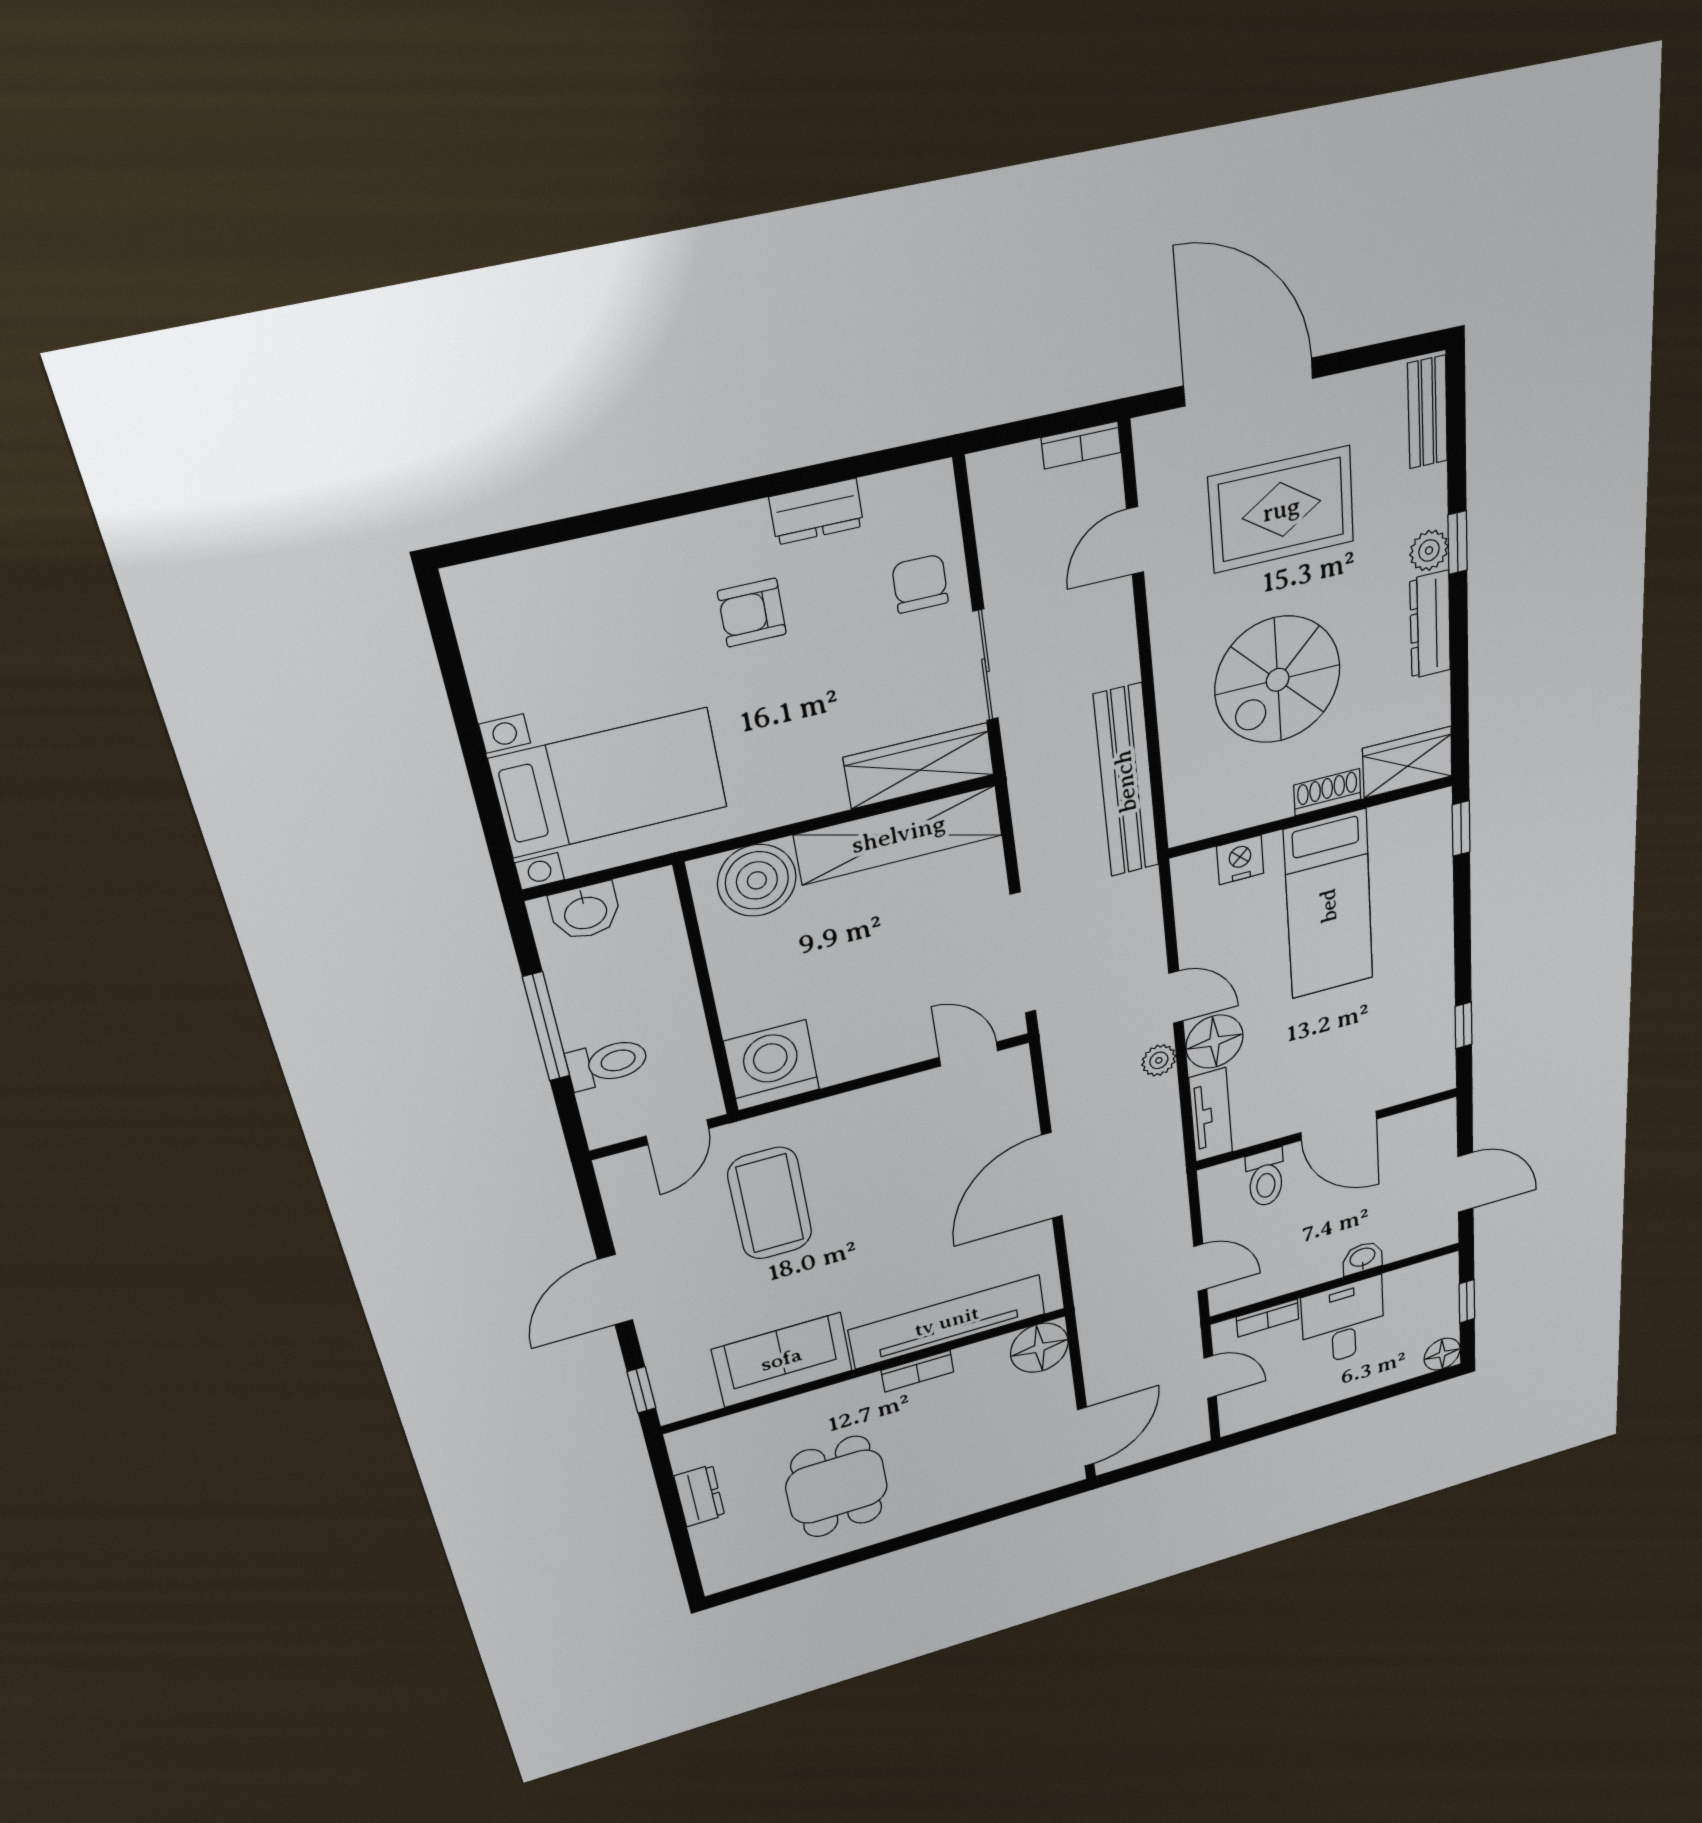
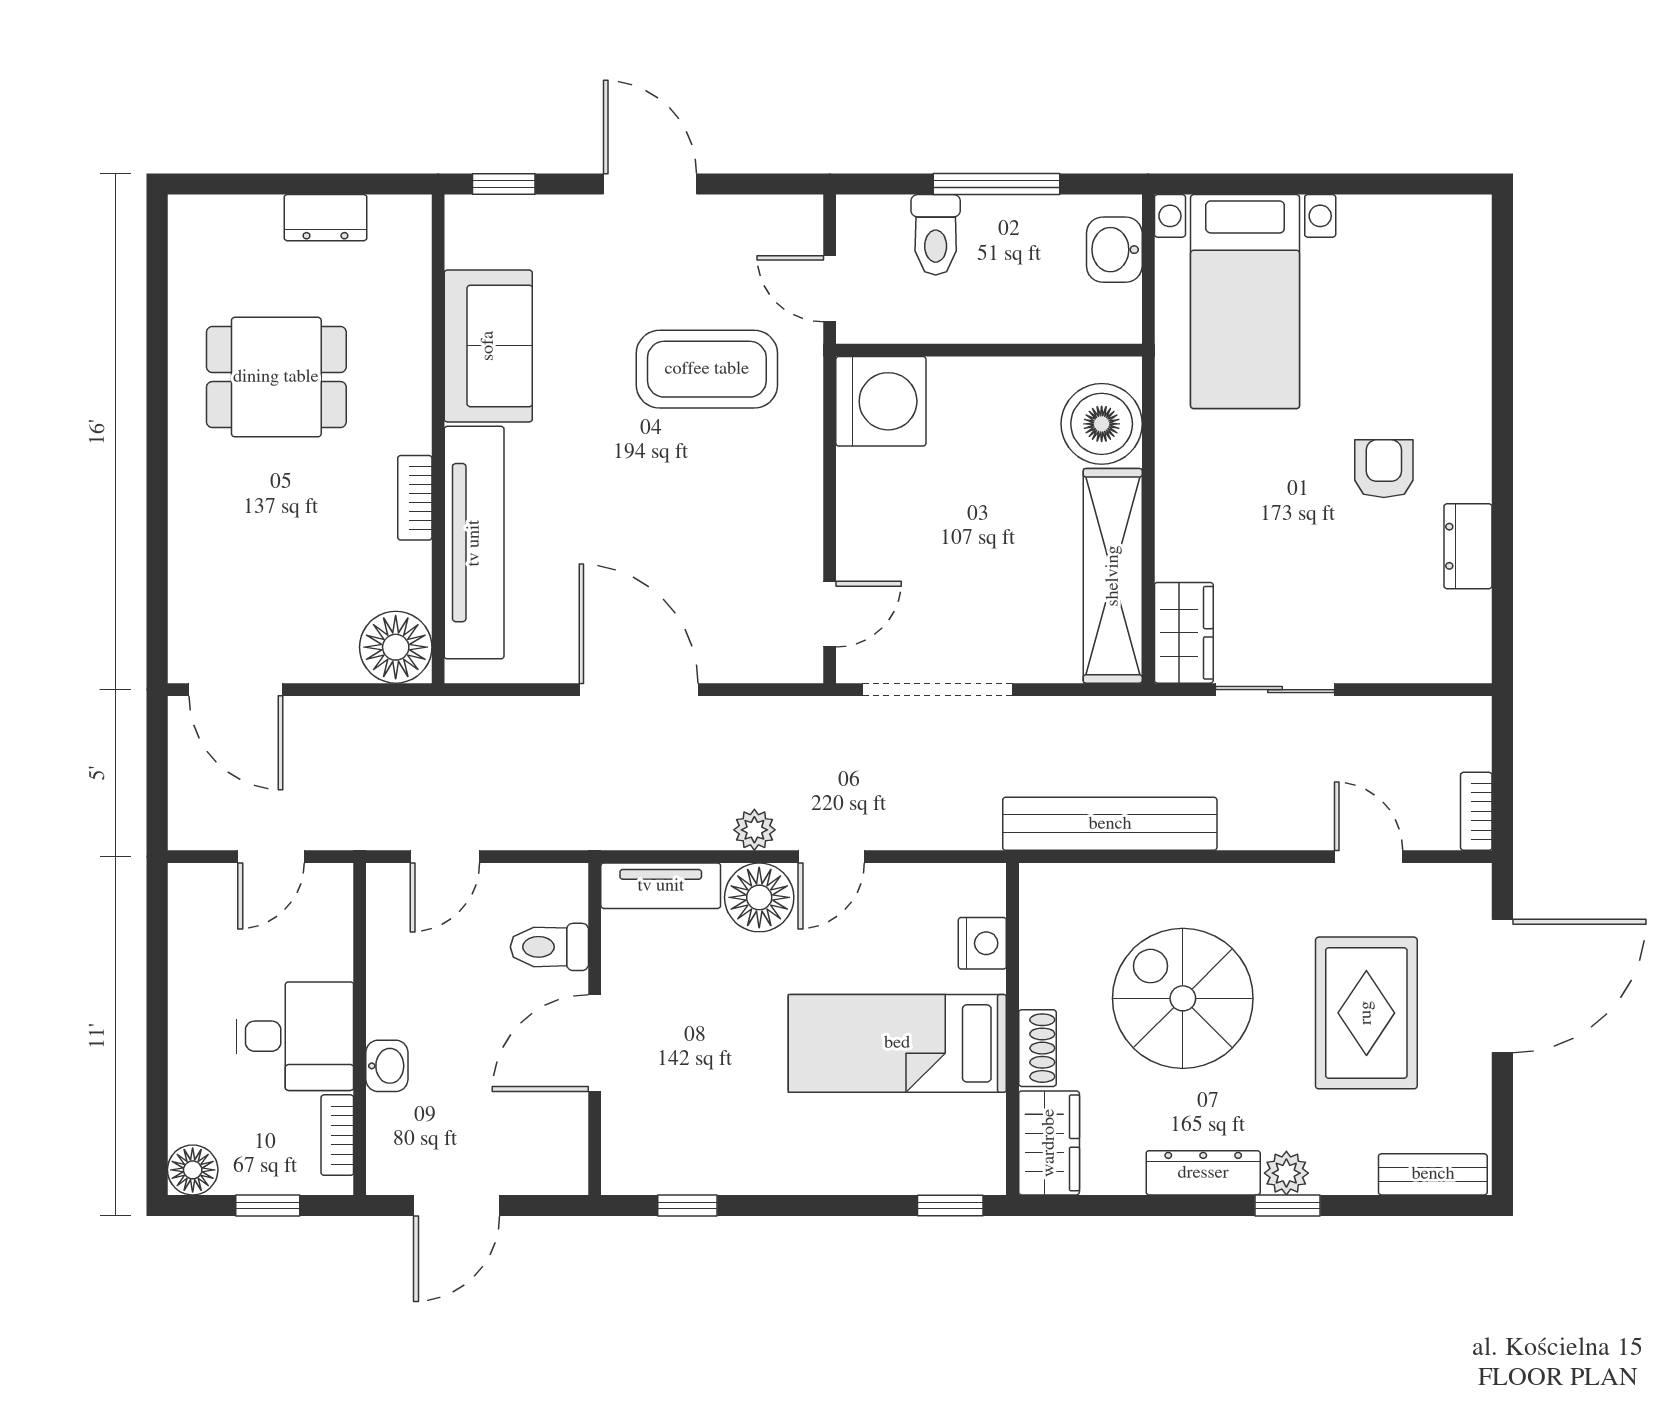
chair: (920, 584) -> (1375, 635), removed
wardrobe: (919, 766) -> (1184, 633), width x0.67
bookcase: (1268, 1318) -> (337, 1135), moved

